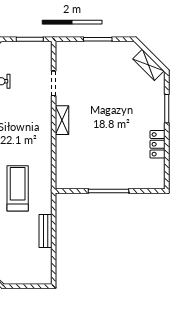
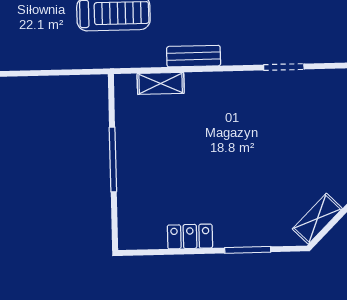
shelving: (62, 120) -> (161, 83), moved
bench: (46, 231) -> (194, 56), moved

